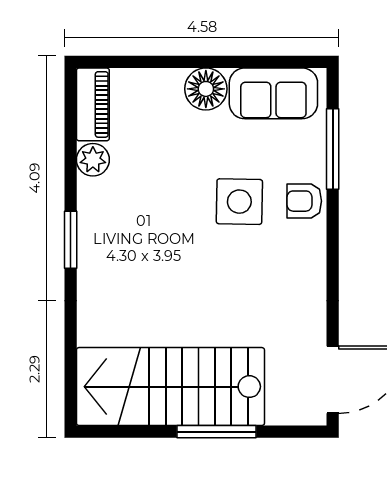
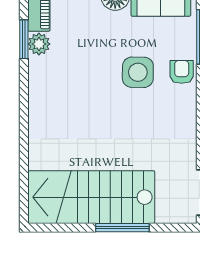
armchair: (304, 201) -> (182, 72), turned 90
window: (71, 240) -> (24, 39), moved

